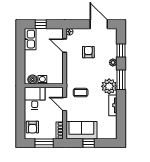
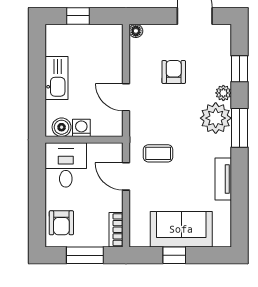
kitchen sink: (30, 39) -> (57, 78), moved
door: (65, 46) -> (126, 97), moved
plant: (109, 86) -> (216, 118), moved
sofa: (81, 130) -> (181, 229), moved

